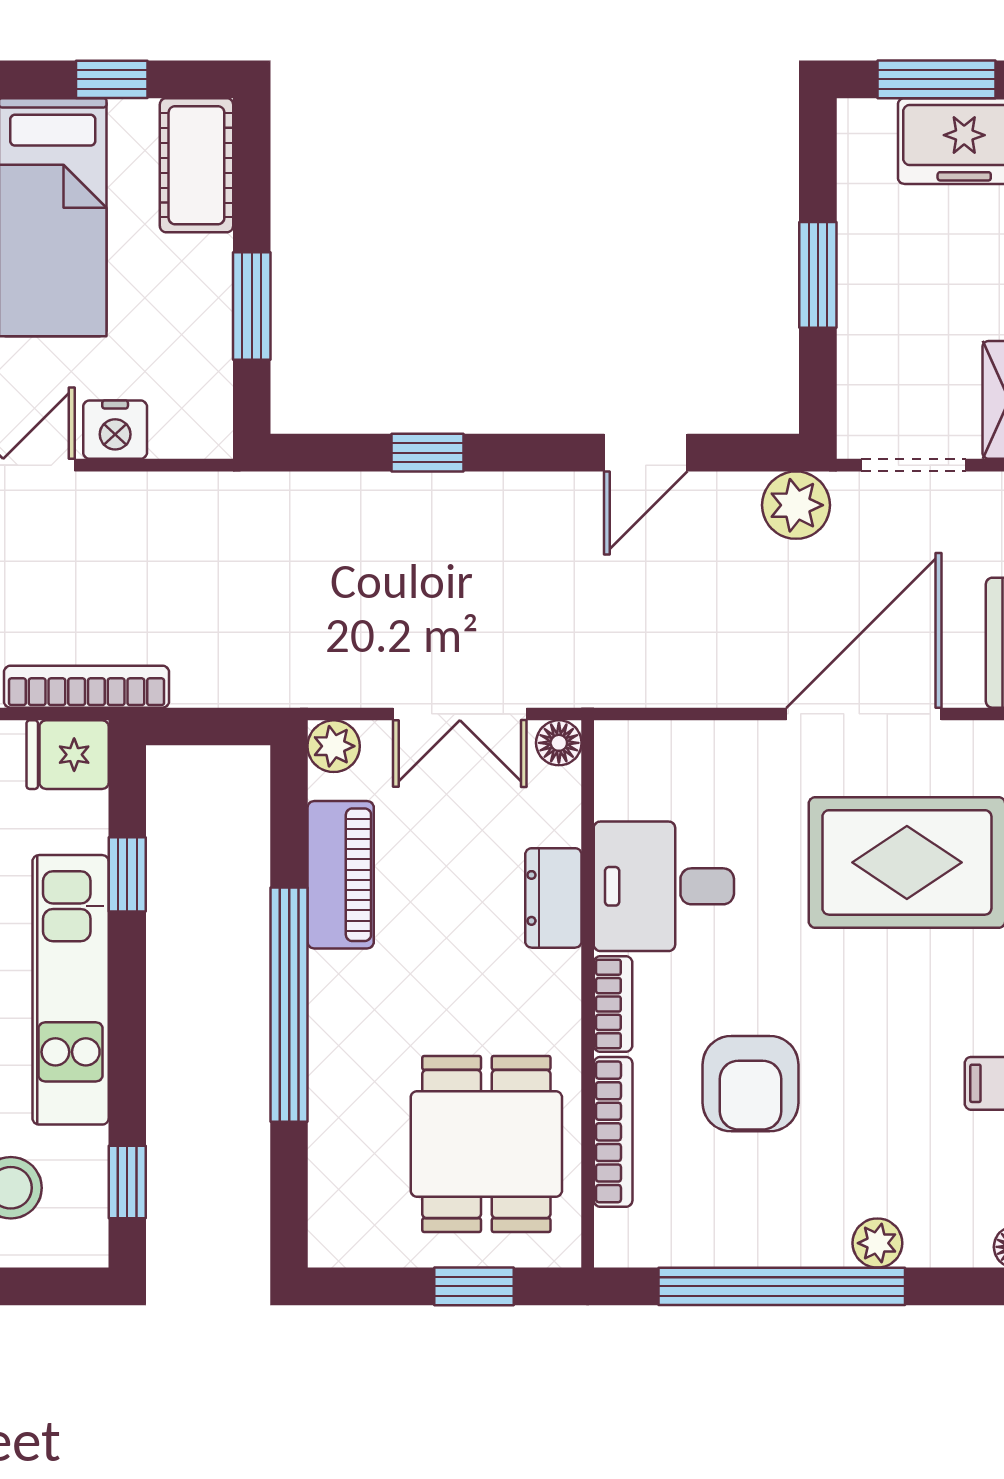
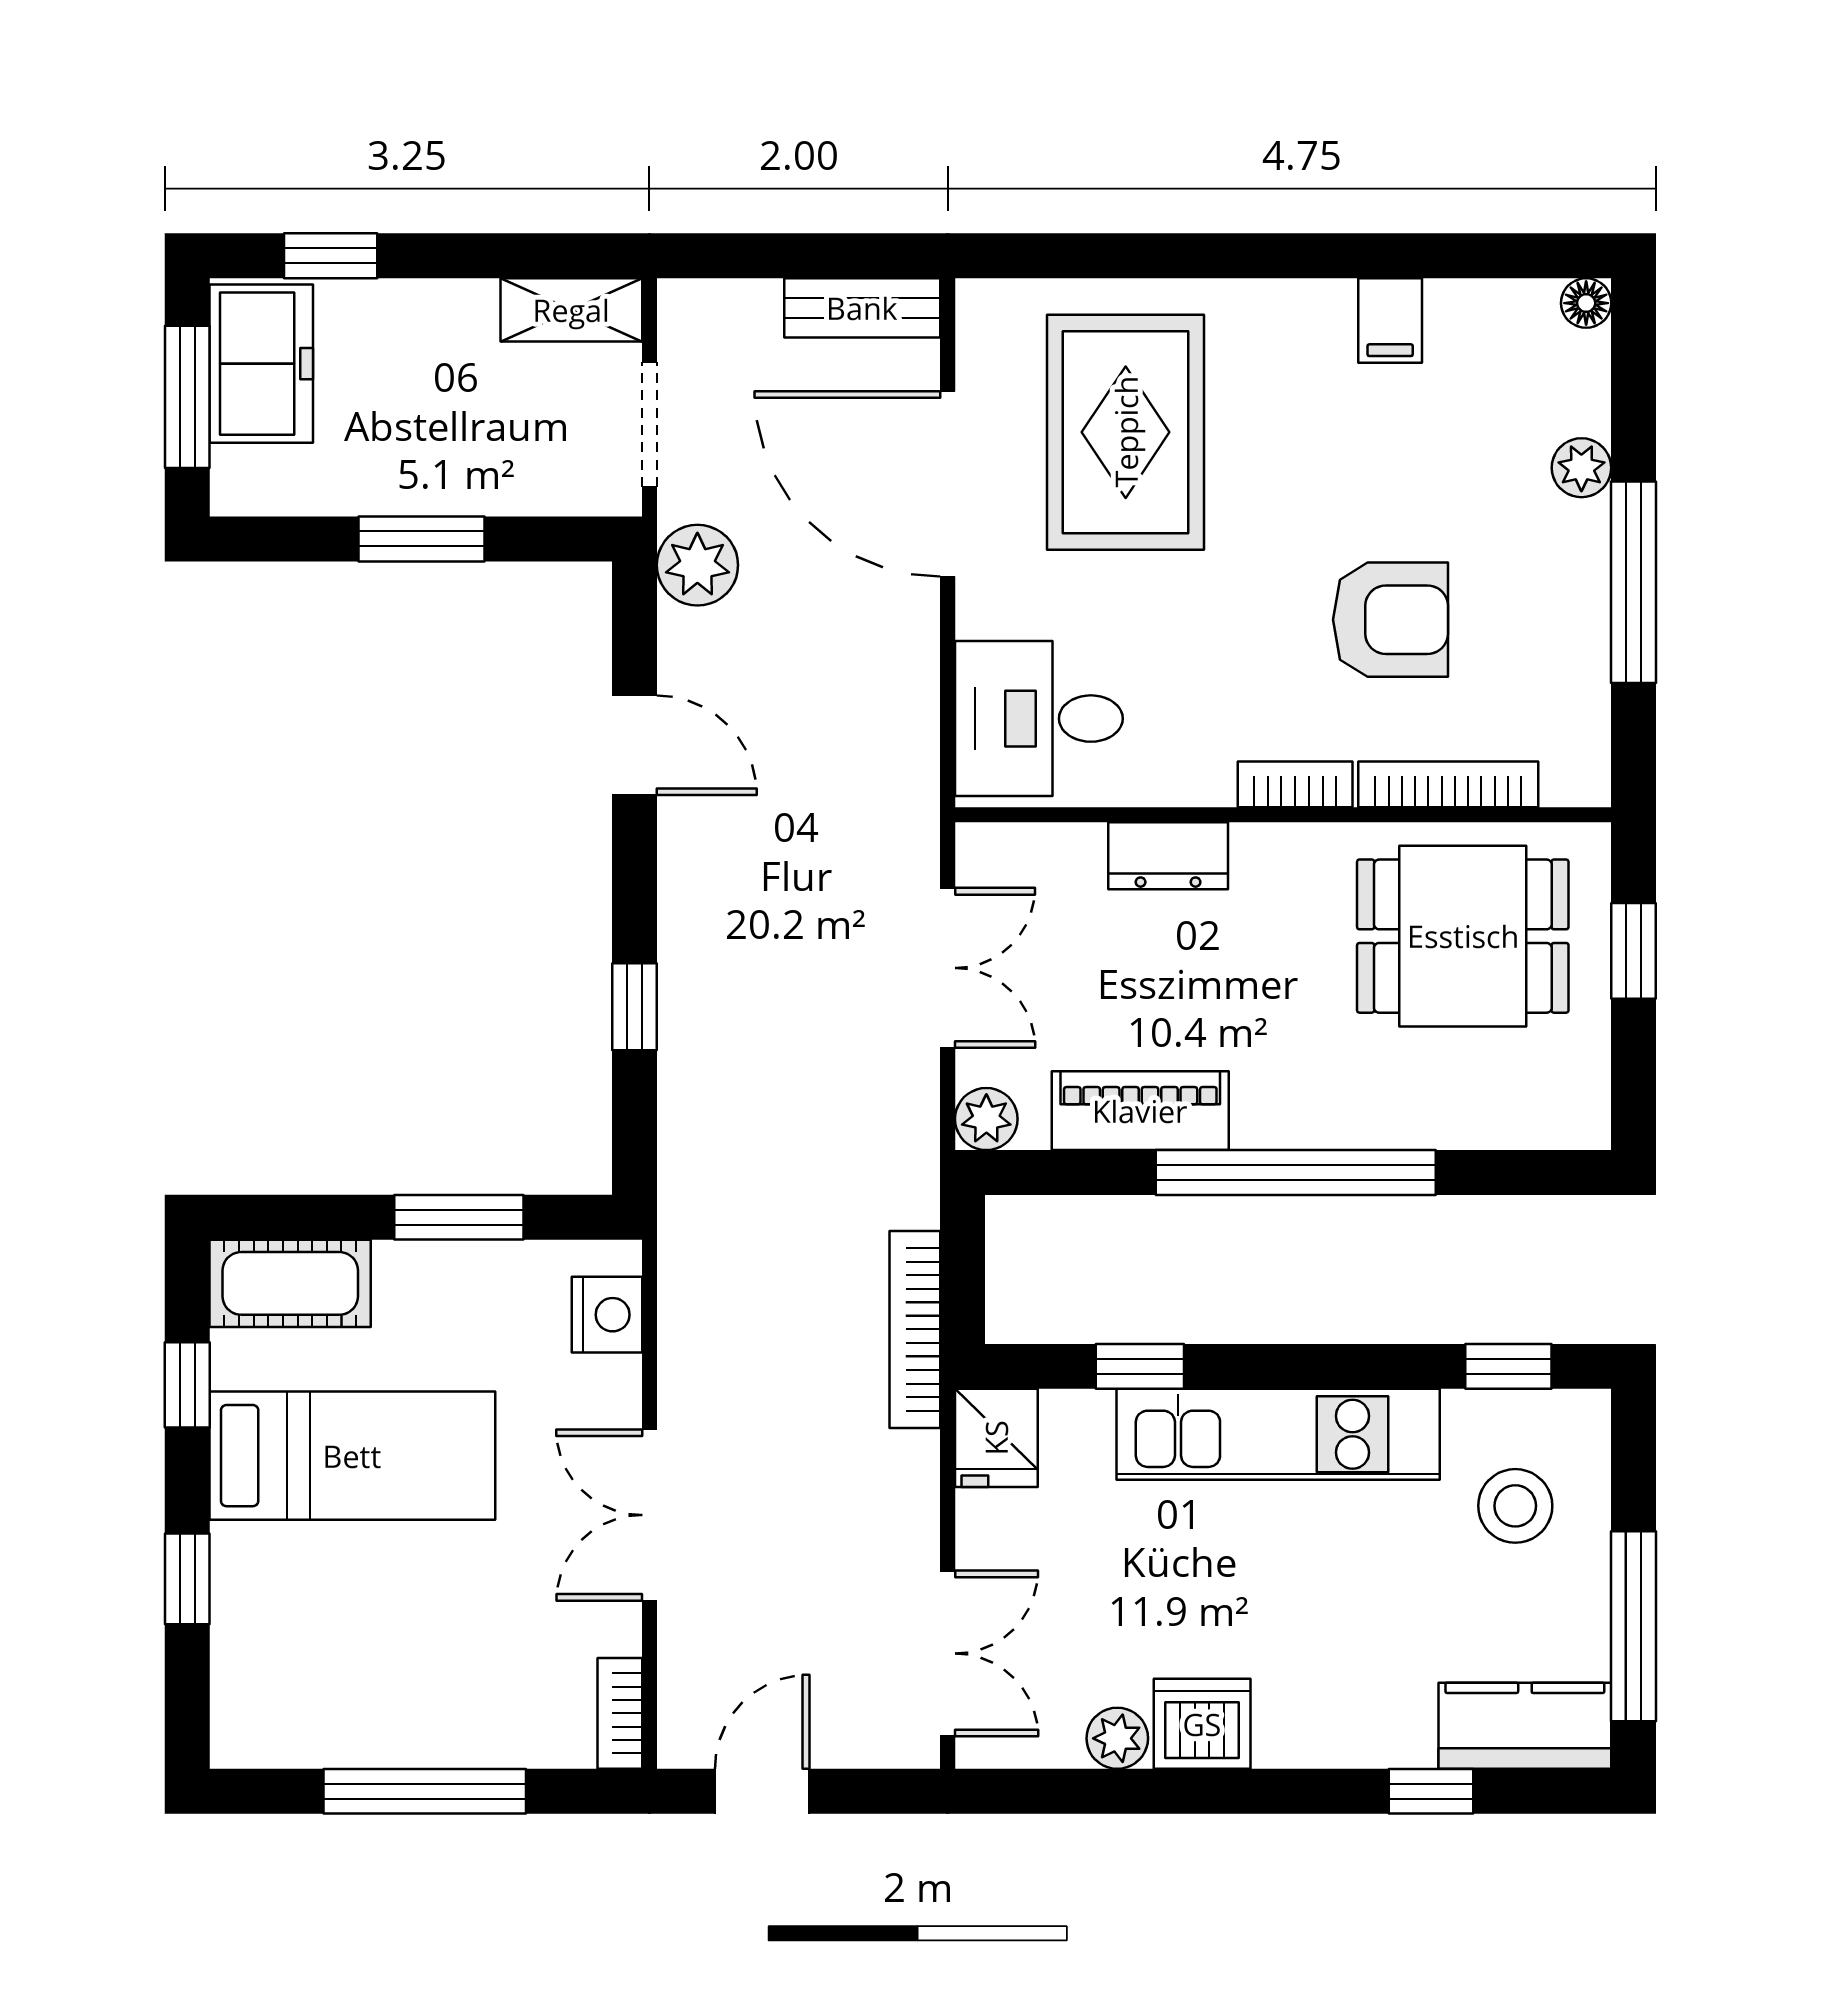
nightstand: (115, 430) -> (607, 1315), moved
bookcase: (87, 687) -> (915, 1329), moved
floor lamp: (559, 743) -> (982, 849), removed
desk: (664, 886) -> (1039, 719), moved, turned 90
window: (782, 1286) -> (1633, 582), width x0.68

